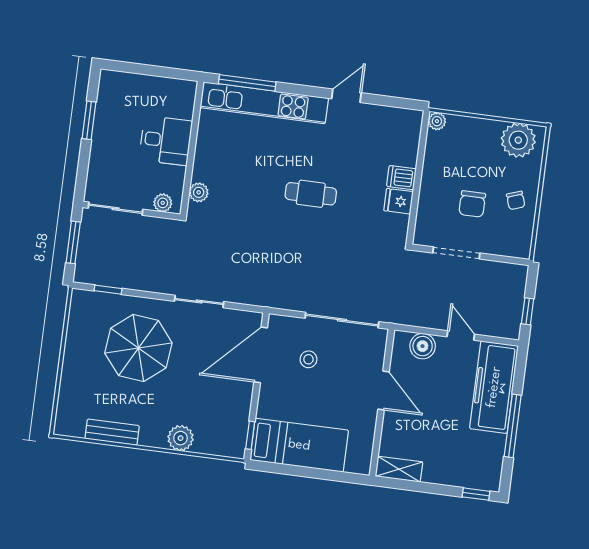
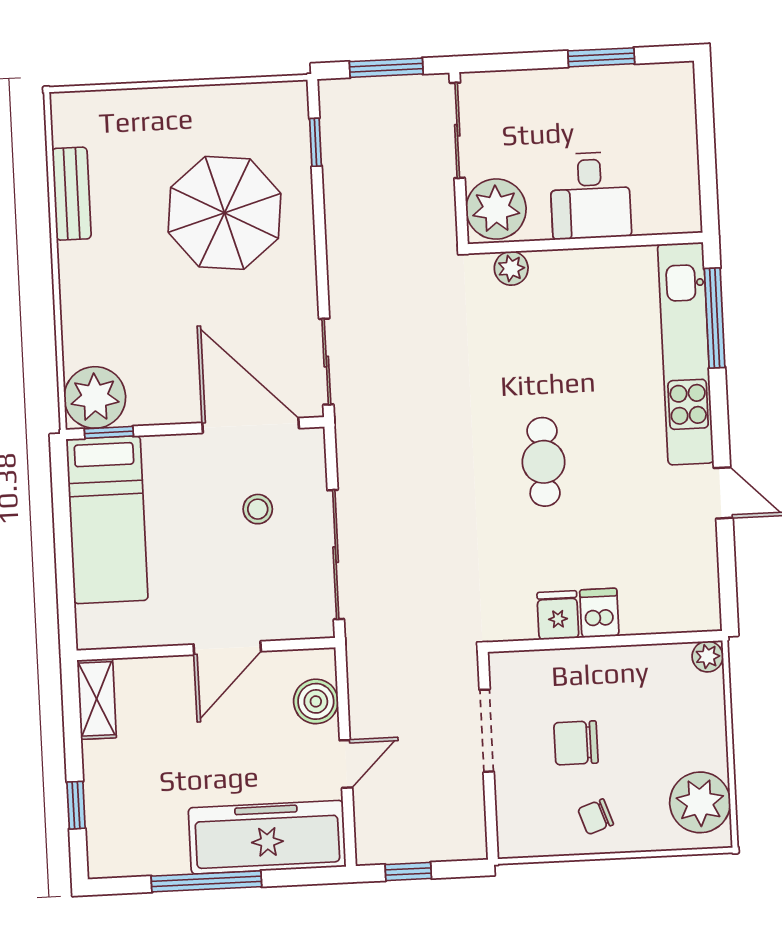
plant: (163, 203) -> (496, 209), width x1.88, depth x1.88
sliding door: (199, 301) -> (326, 362), moved
plant: (181, 438) -> (95, 397), moved, width x1.36, depth x1.36
window: (476, 494) -> (76, 805), moved

